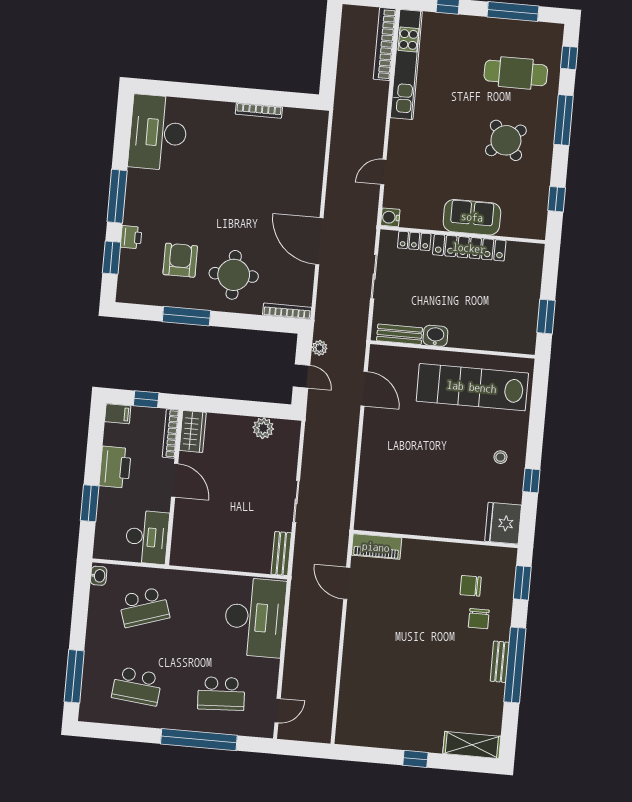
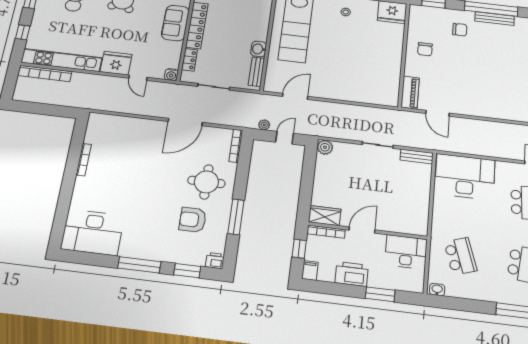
fridge: (405, 140) -> (116, 63), added
printer: (131, 237) -> (215, 261), moved
plant: (263, 428) -> (325, 147), moved
door: (347, 583) -> (437, 113), hinge flipped
chair: (471, 586) -> (425, 49), moved
bench: (500, 662) -> (495, 19), width x1.36

